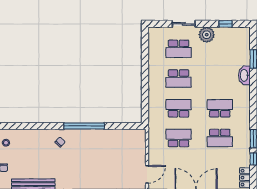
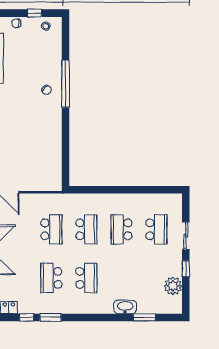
window: (226, 24) -> (186, 269), moved
plant: (207, 35) -> (173, 286), moved
school desk: (179, 49) -> (156, 229), turned 180
window: (84, 126) -> (65, 84), moved

